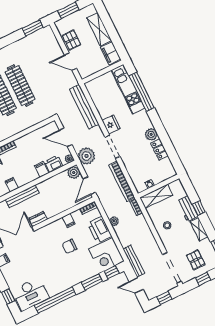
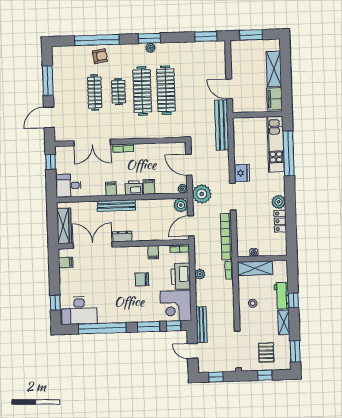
pallet: (71, 40) -> (240, 67), removed
bench: (84, 107) -> (222, 125), moved
printer: (54, 164) -> (134, 188), moved

